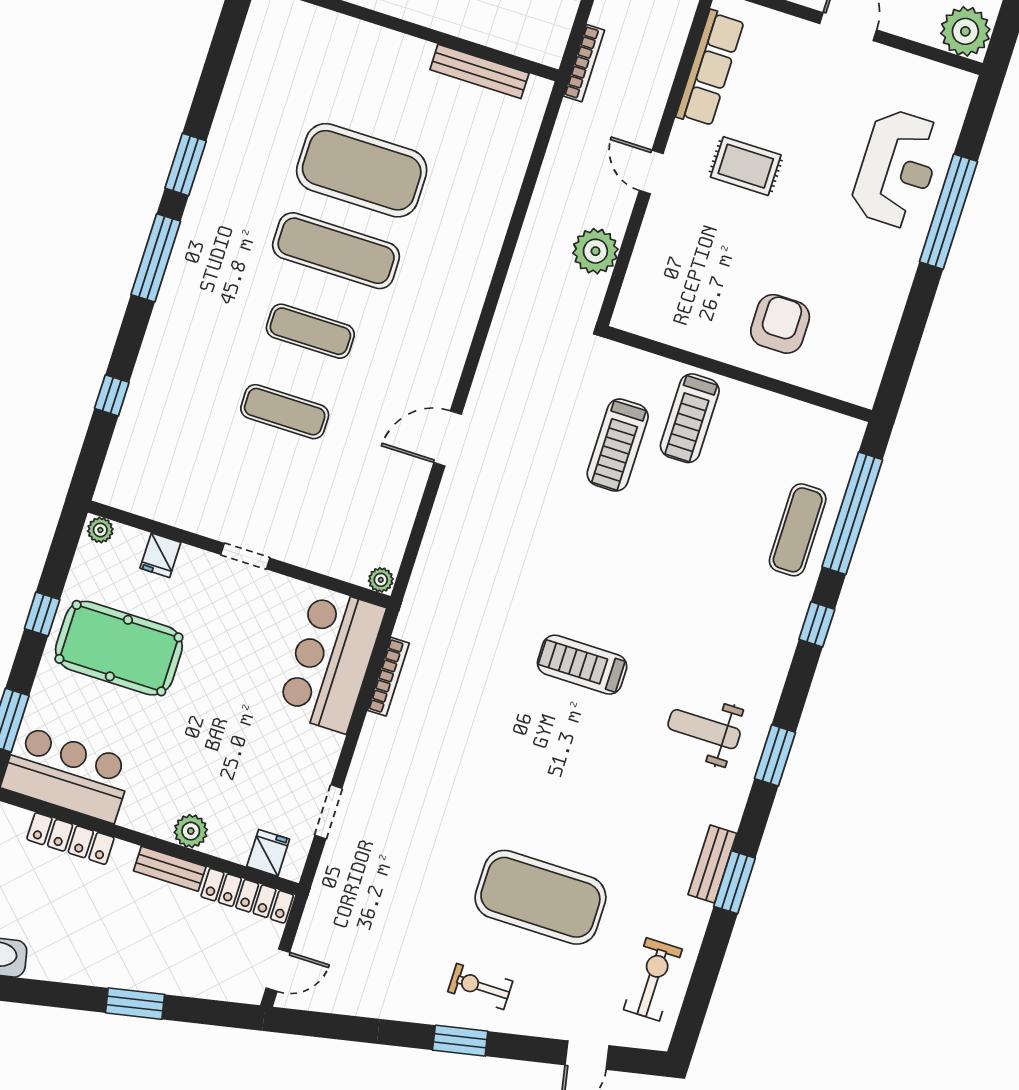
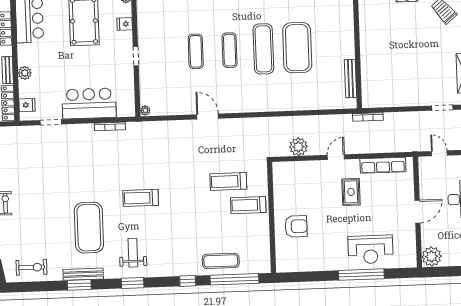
bar counter: (331, 660) -> (89, 103), moved
treadmill: (582, 665) -> (141, 198), turned -90
bench: (712, 864) -> (83, 274), width x1.36
exercise mat: (540, 897) -> (89, 228), moved

